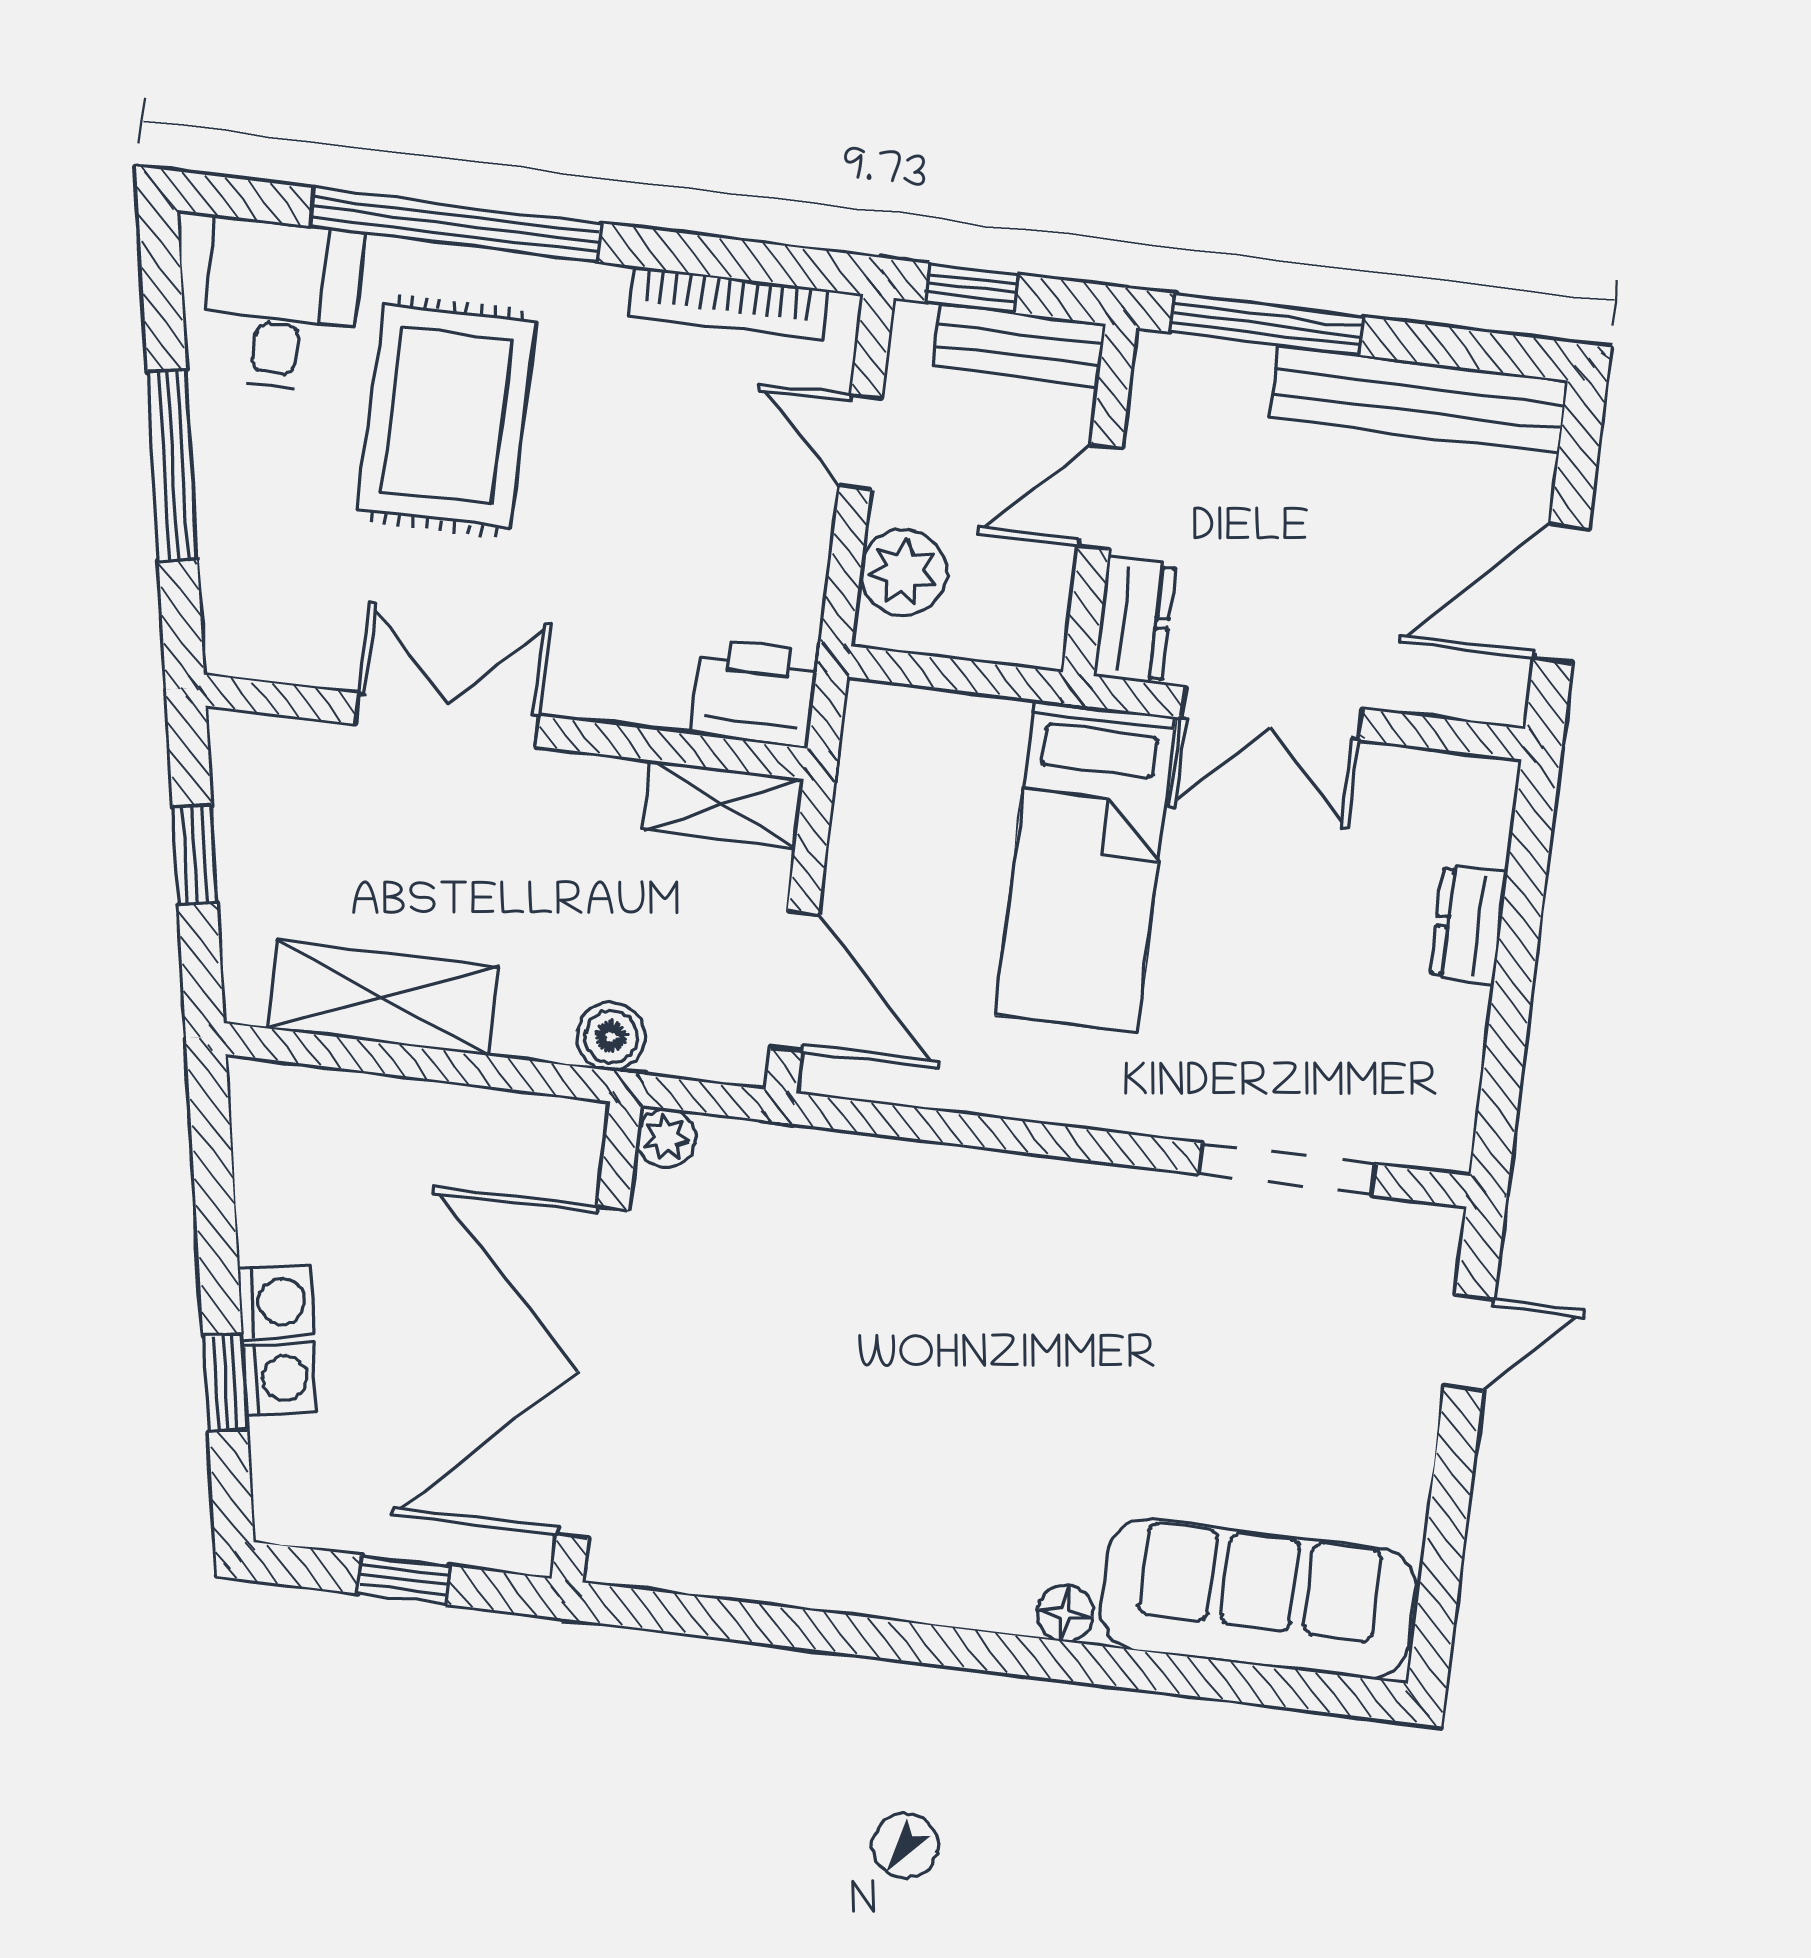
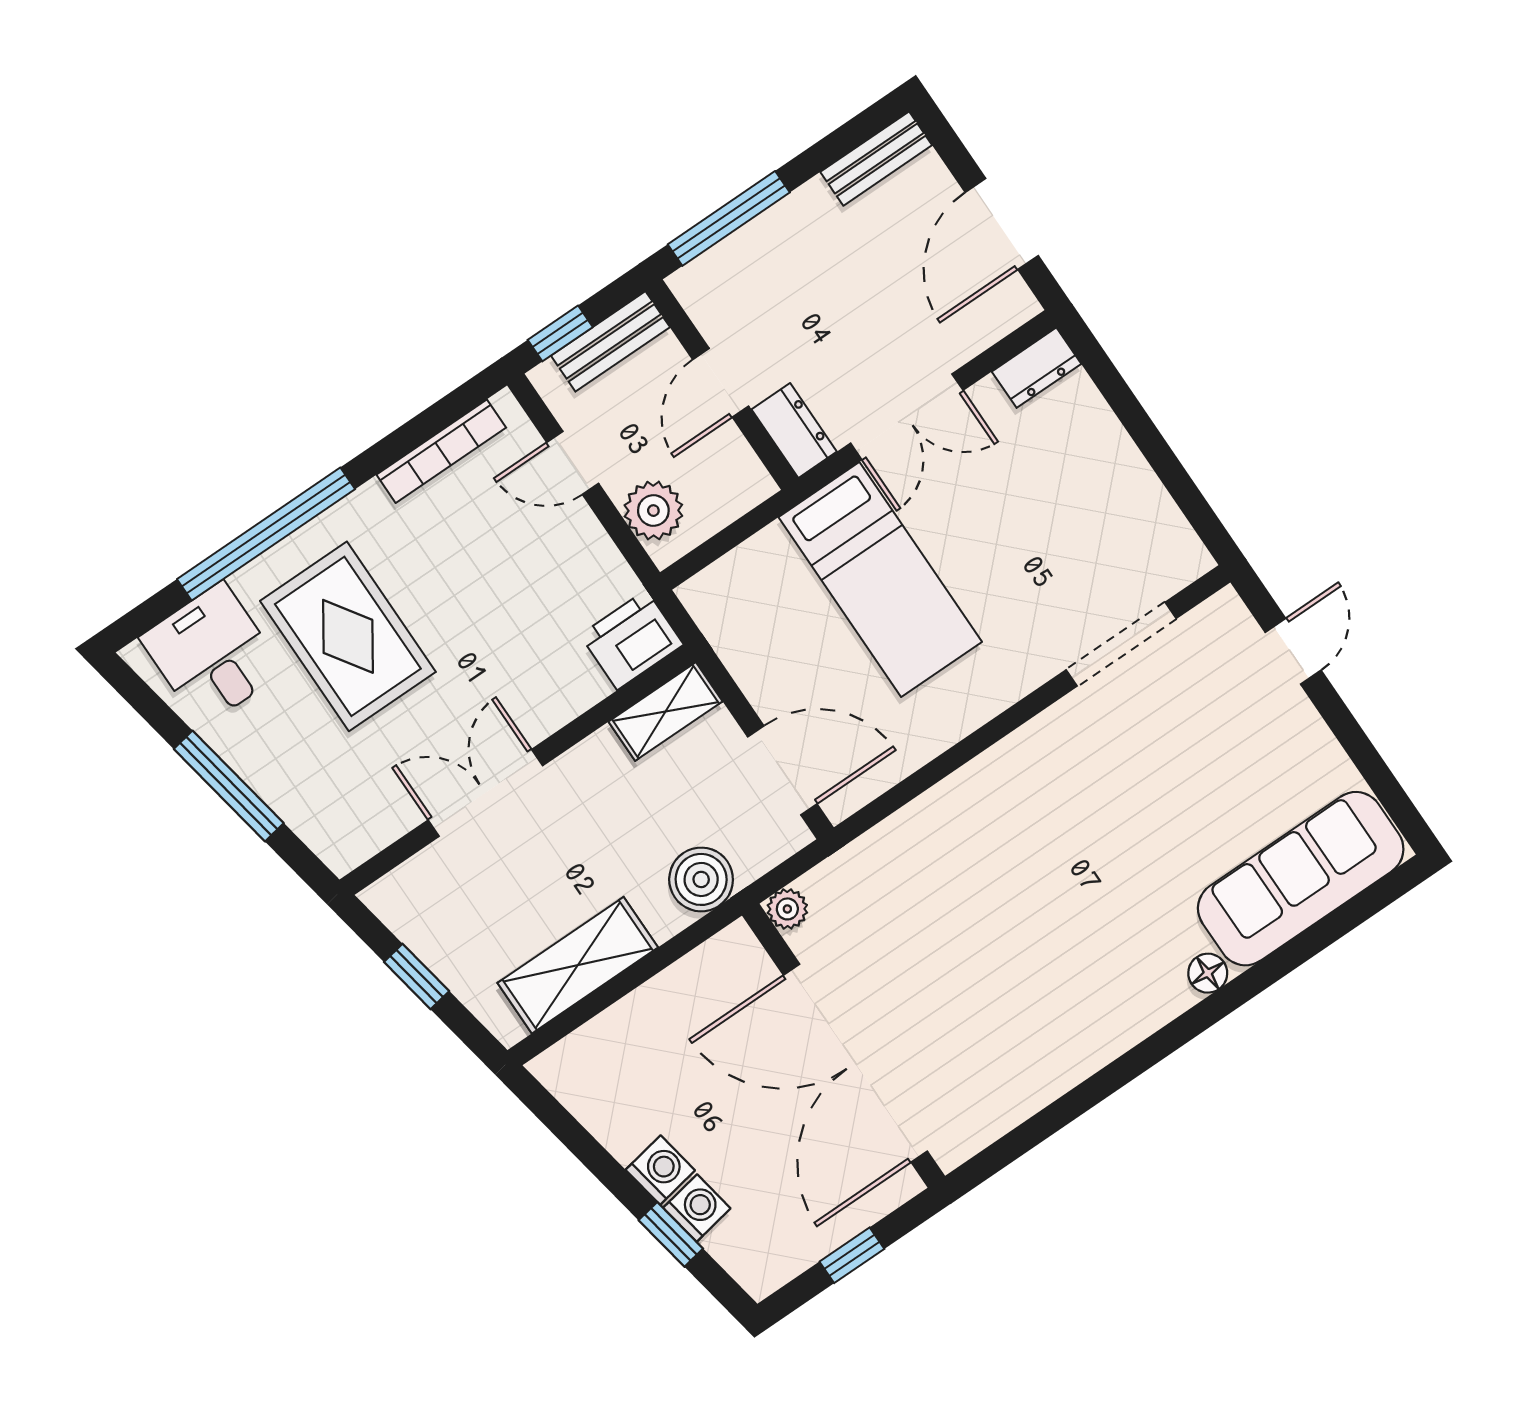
bench: (1418, 399) -> (876, 159), width x0.54, depth x0.82
dresser: (1469, 924) -> (1036, 368), moved, turned -90
boiler: (611, 1036) -> (701, 879), width x1.36, depth x1.36

